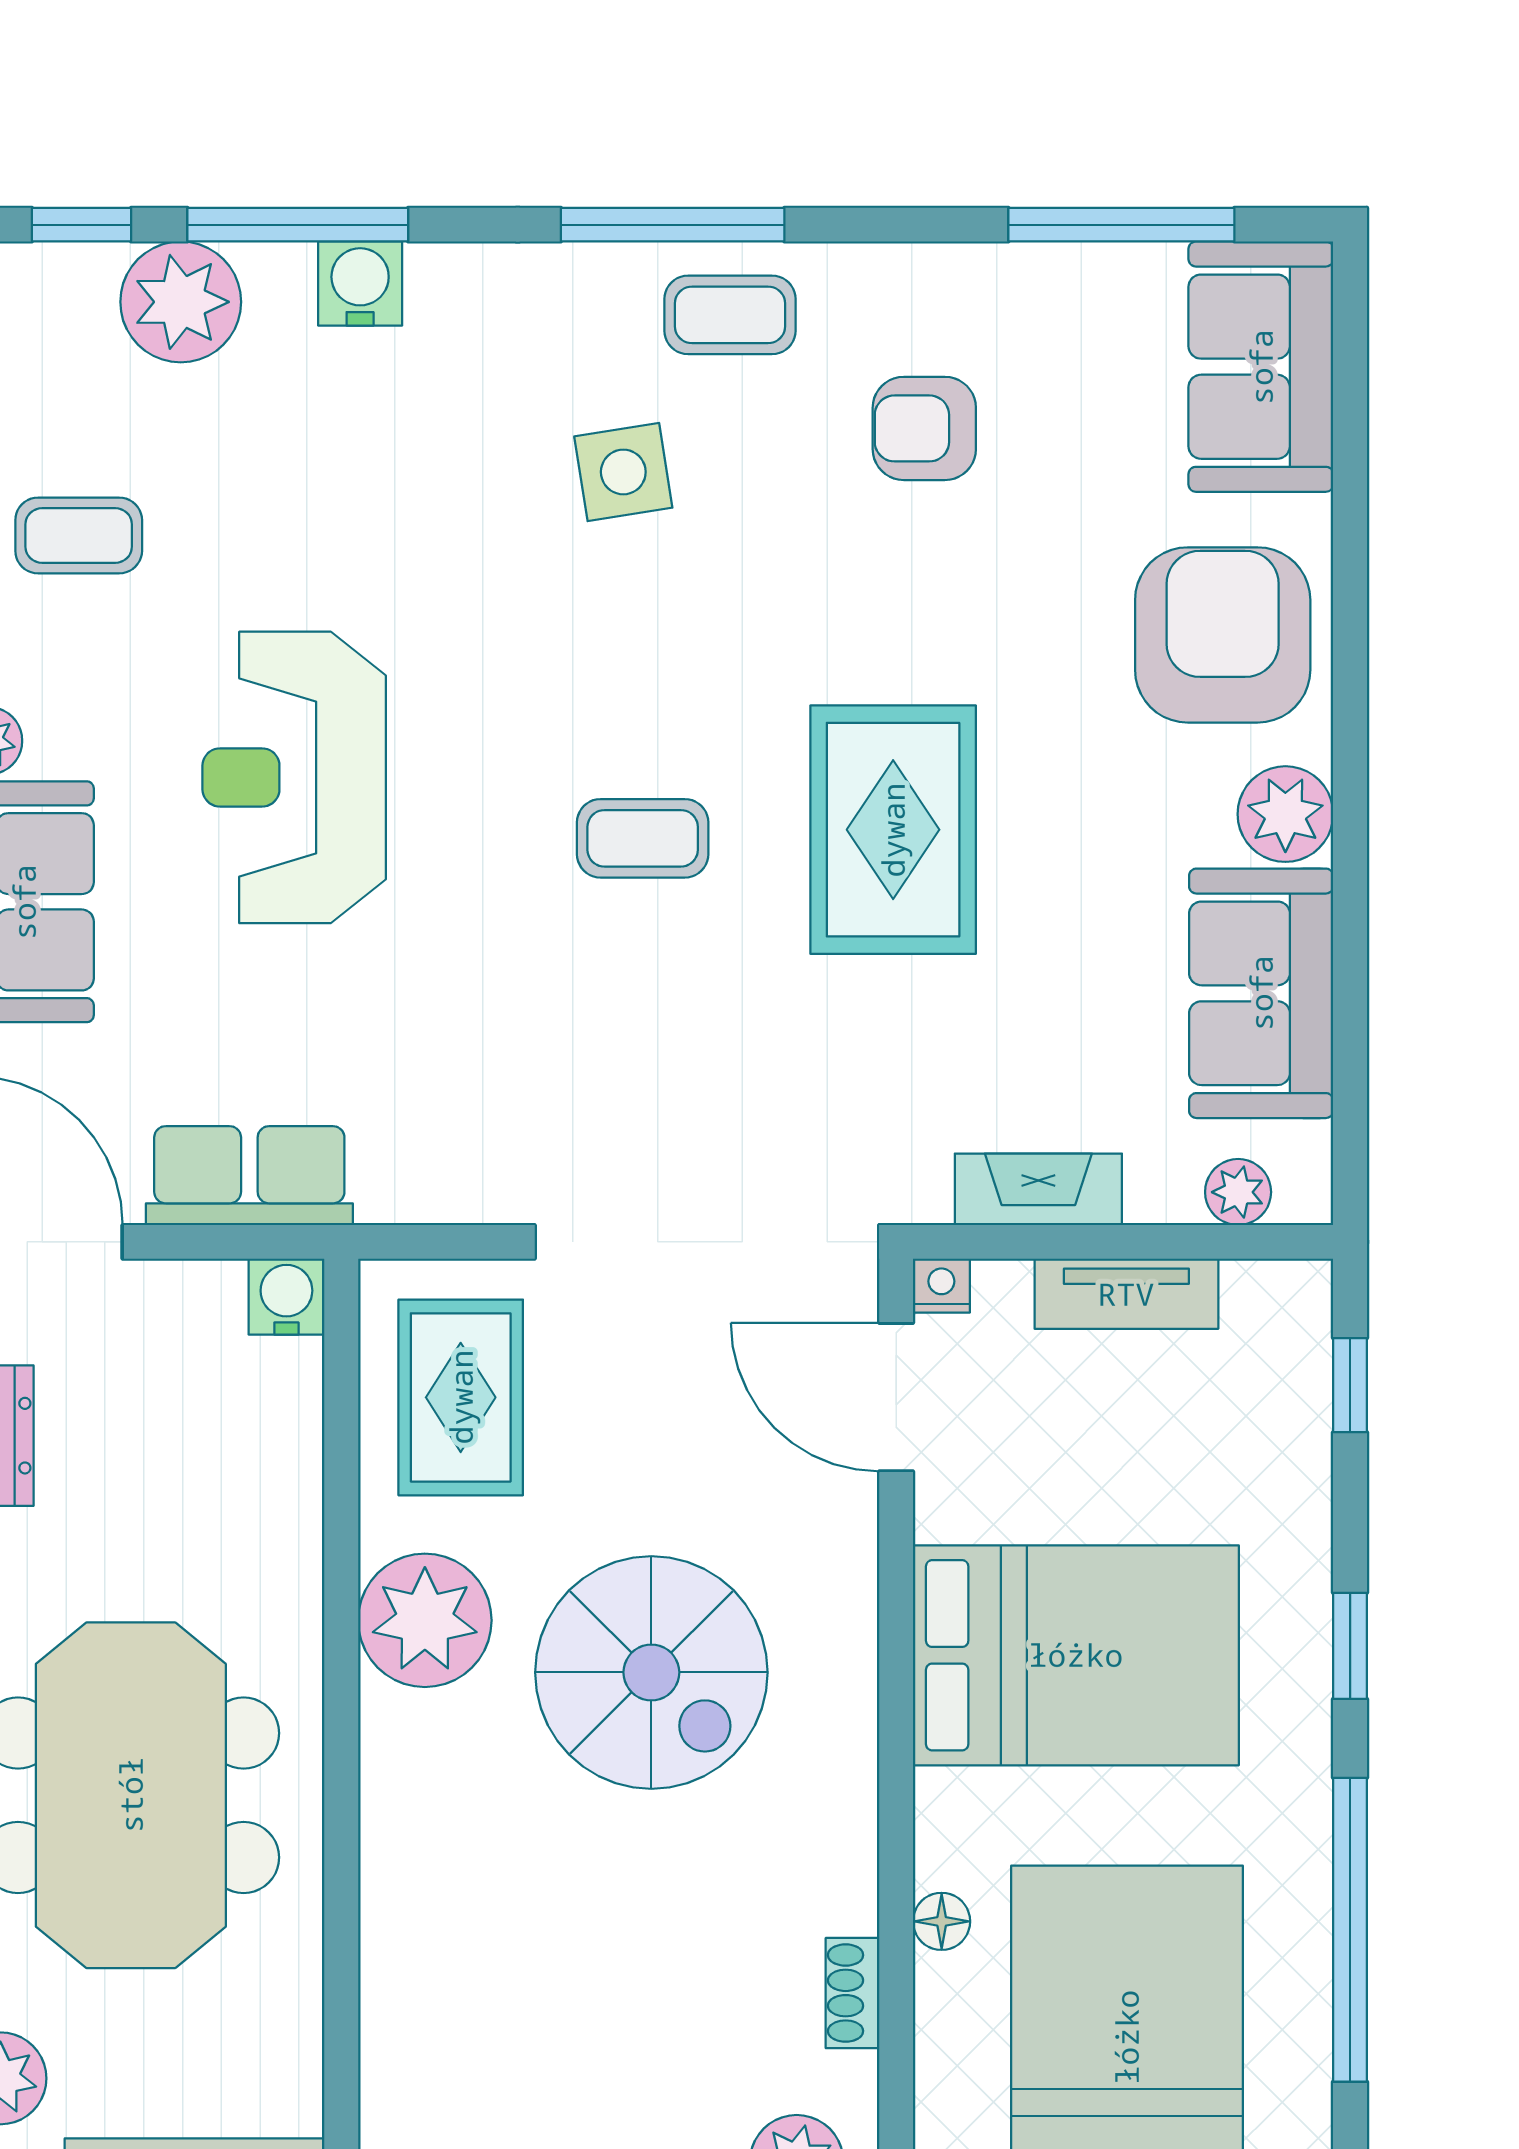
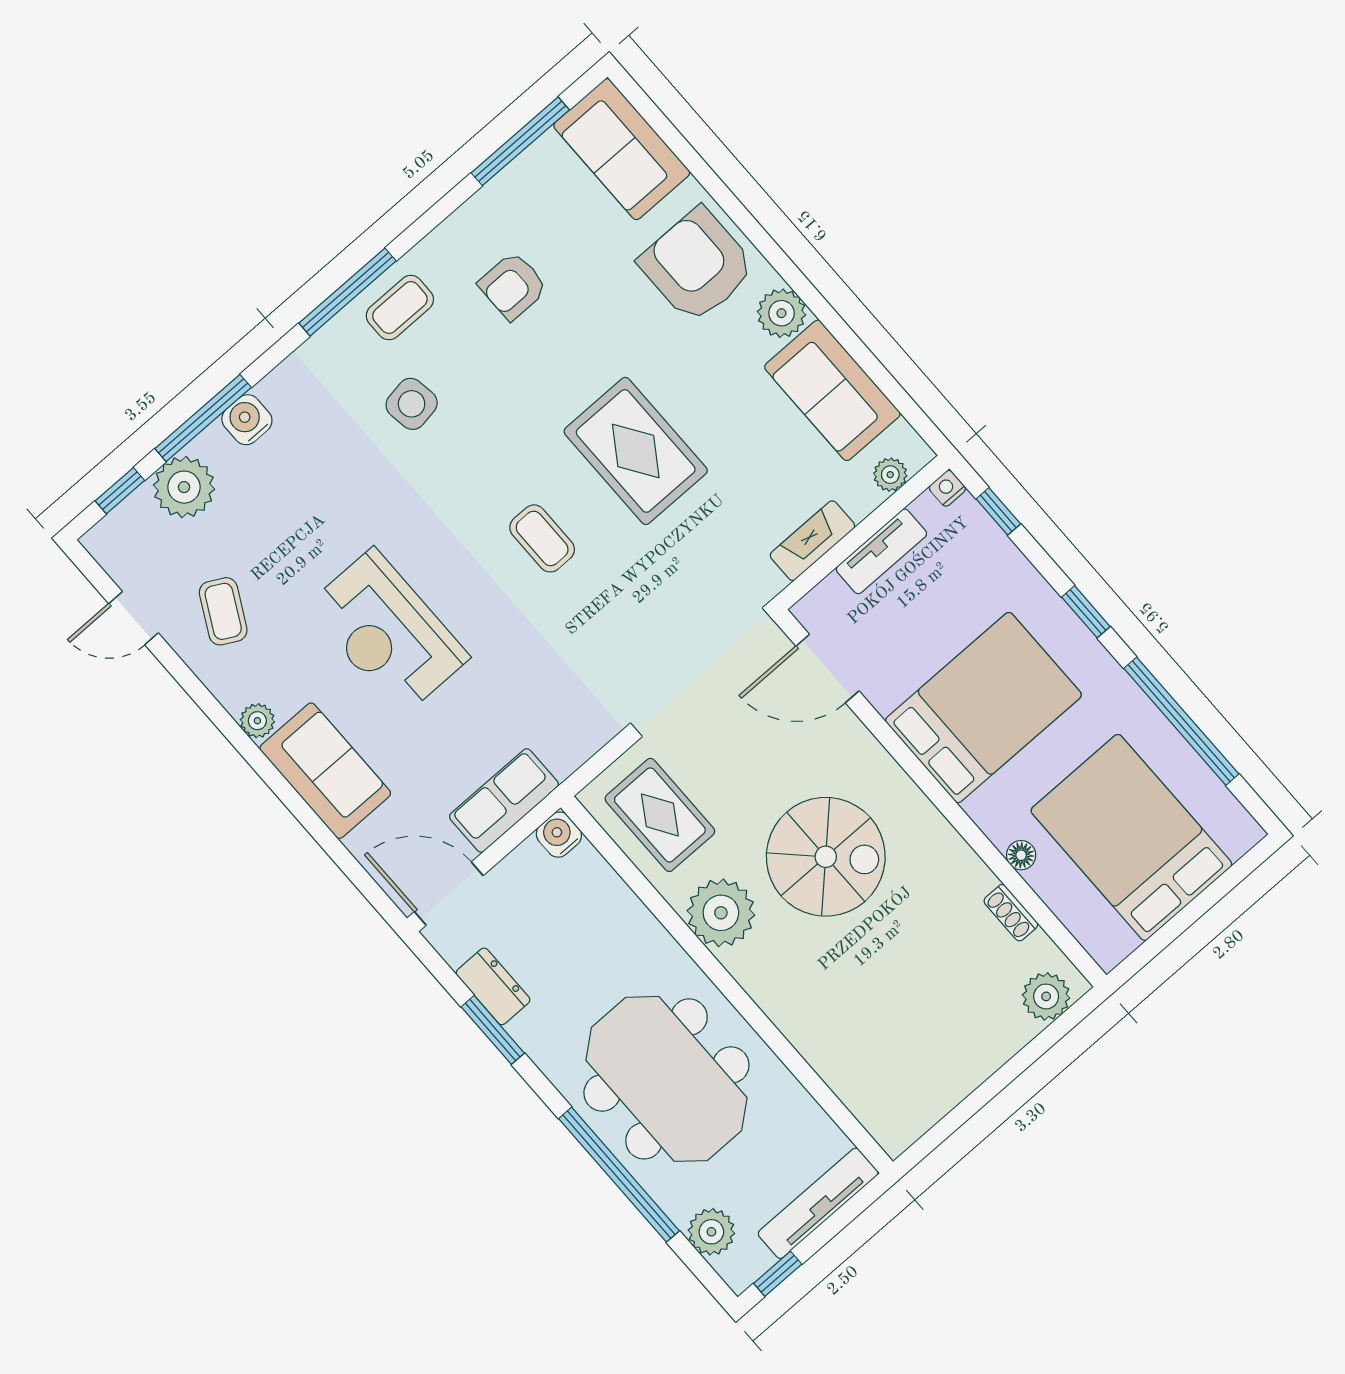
coffee table: (79, 535) -> (223, 611), turned -62
coffee table: (643, 838) -> (542, 538), turned 90
nightstand: (941, 1286) -> (947, 488), moved

